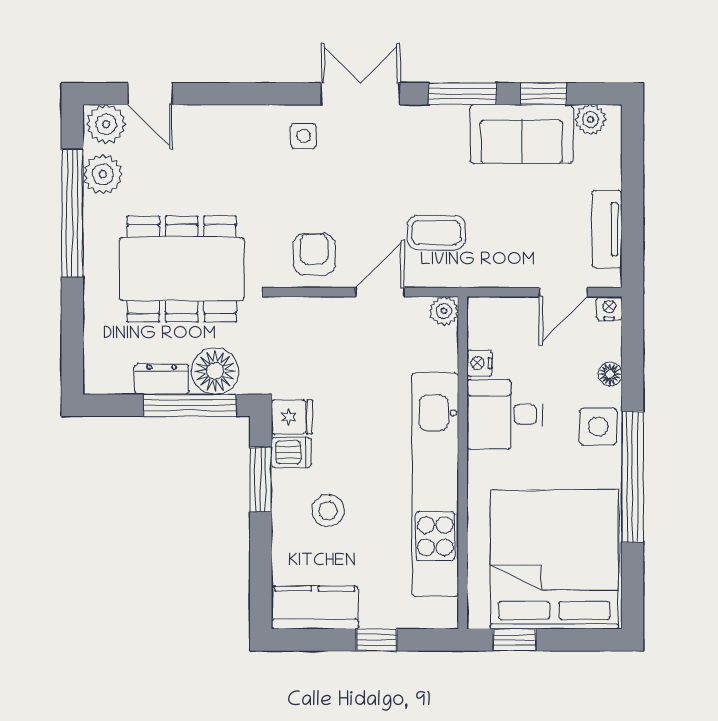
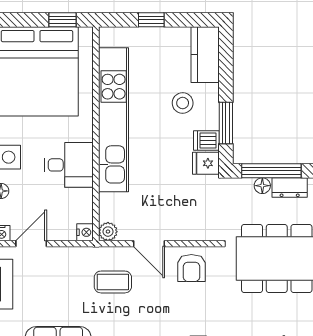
door: (380, 292) -> (149, 244), hinge flipped
nightstand: (479, 363) -> (85, 232), moved
floor lamp: (215, 371) -> (262, 186), width x0.53, depth x0.53
kitchen counter: (315, 608) -> (205, 55), moved, turned 90

